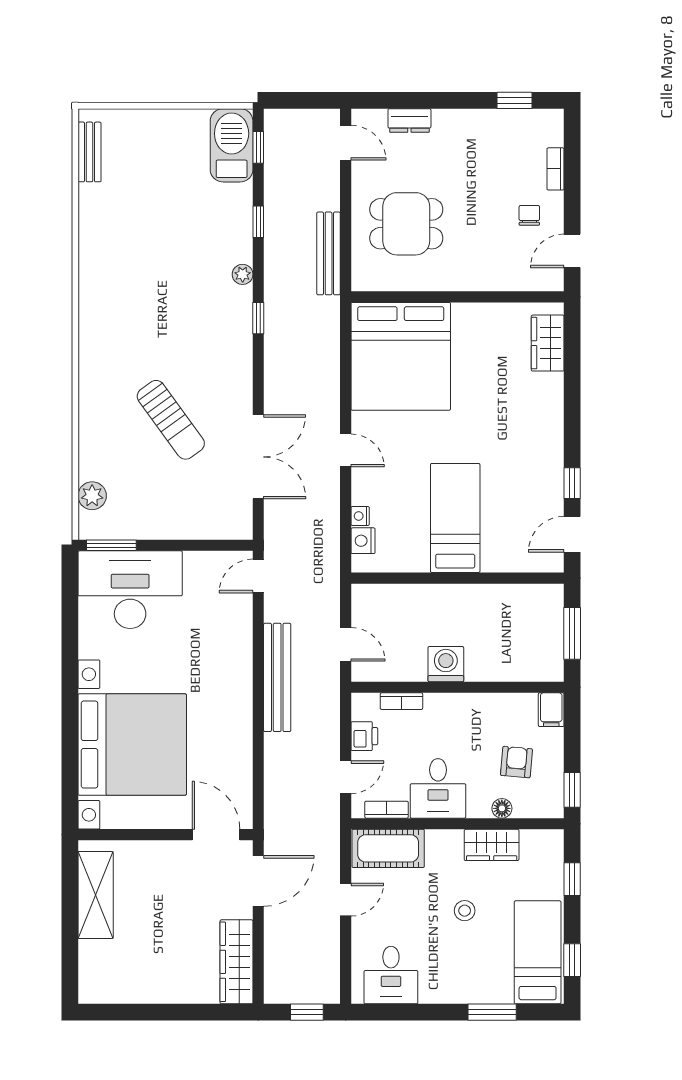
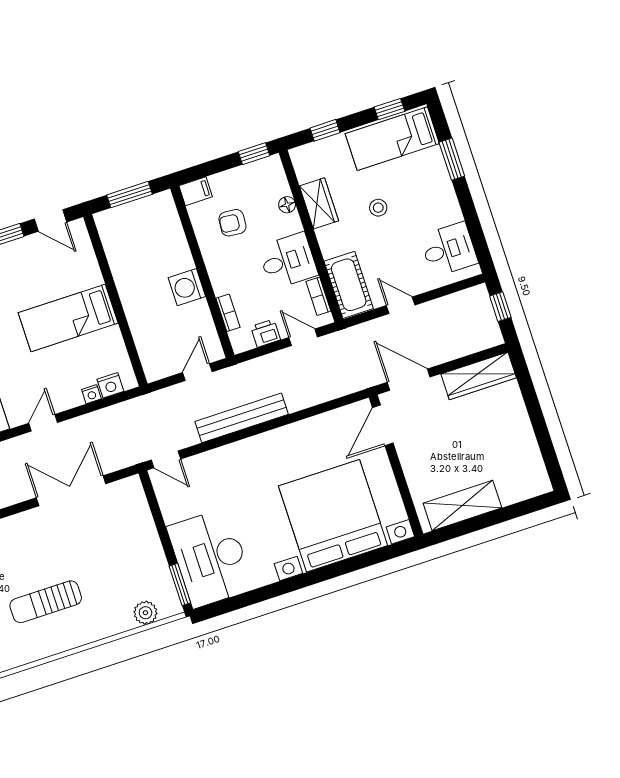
sun lounger: (171, 420) -> (46, 602), moved, turned -144
armchair: (516, 762) -> (232, 223), moved

